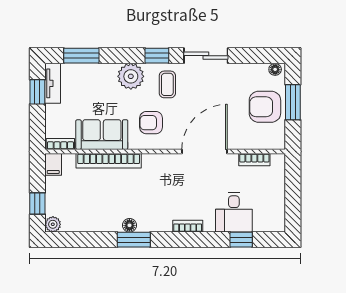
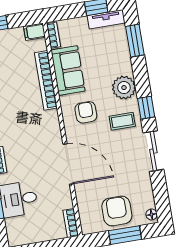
bookcase: (254, 160) -> (71, 223), moved

